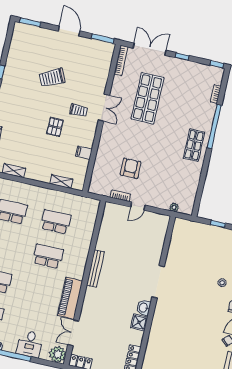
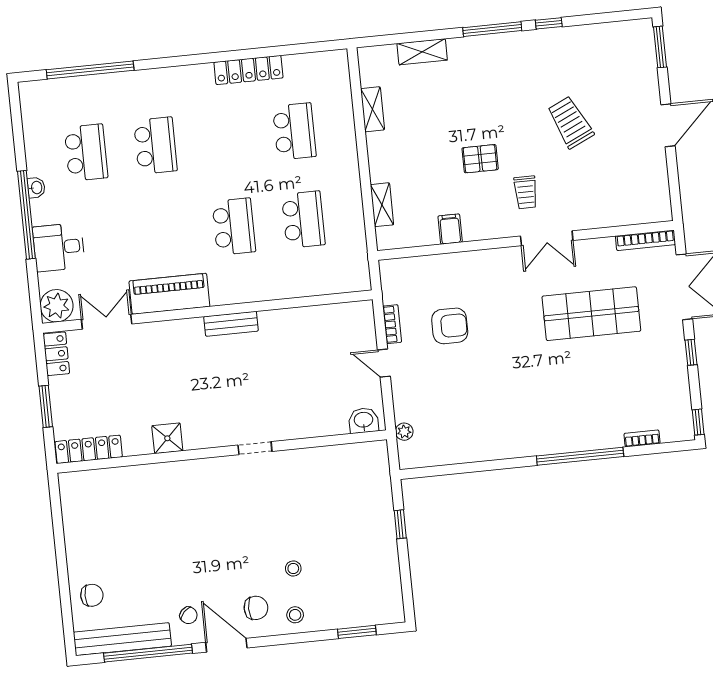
window: (103, 39) -> (675, 193), removed
shop shelf: (194, 145) -> (533, 430), removed
bench: (95, 269) -> (231, 324), width x0.73
doorway: (158, 282) -> (255, 448), width x0.53
washbasin: (144, 308) -> (364, 420), moved

